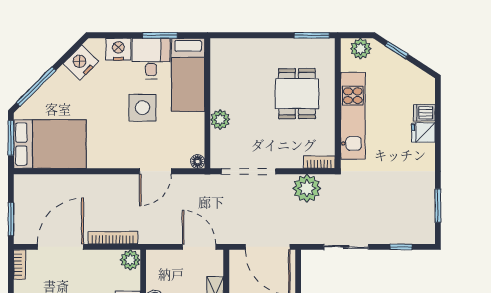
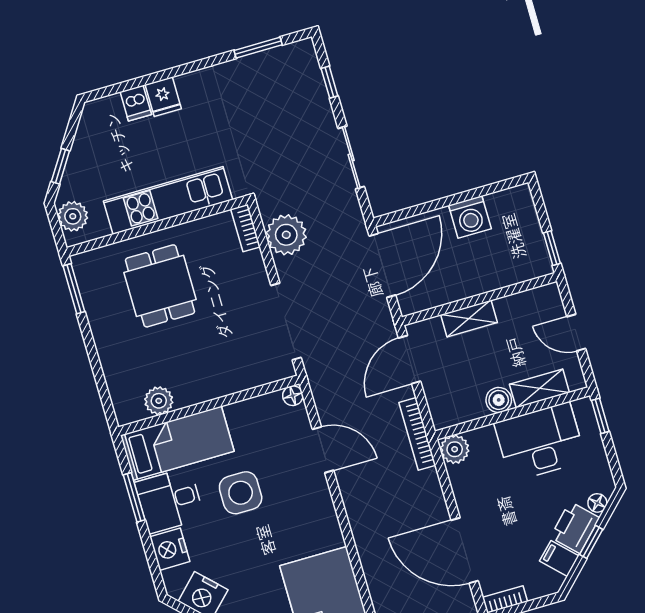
dining table: (297, 94) -> (160, 286), turned 90
plant: (220, 119) -> (159, 401), moved
bookcase: (113, 238) -> (417, 434), moved

